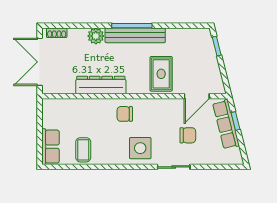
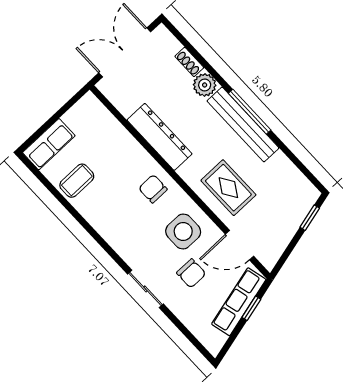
shoe rack: (57, 33) -> (189, 62), moved
rug: (161, 74) -> (228, 188), turned 90
side table: (140, 148) -> (183, 232), moved

